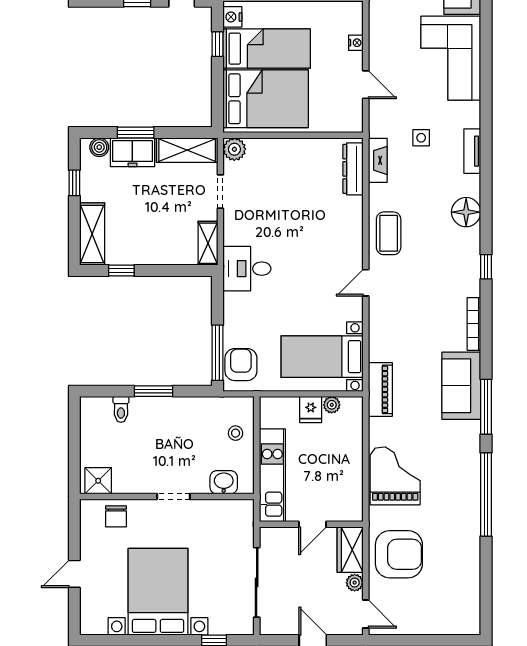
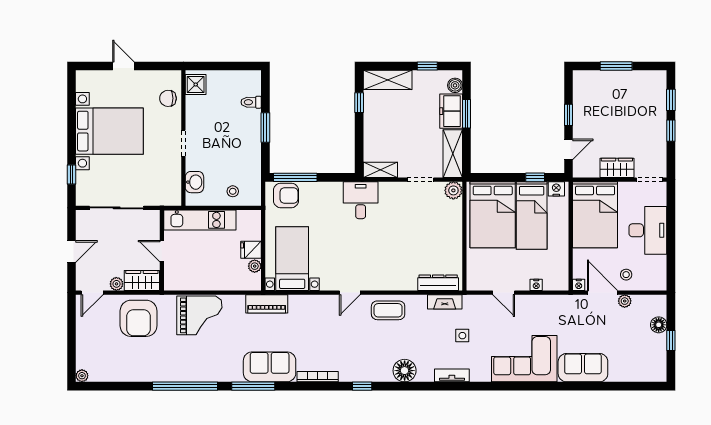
door: (366, 85) -> (504, 293), hinge flipped
door: (366, 283) -> (350, 293), swing flipped
plant: (473, 627) -> (82, 376), added

